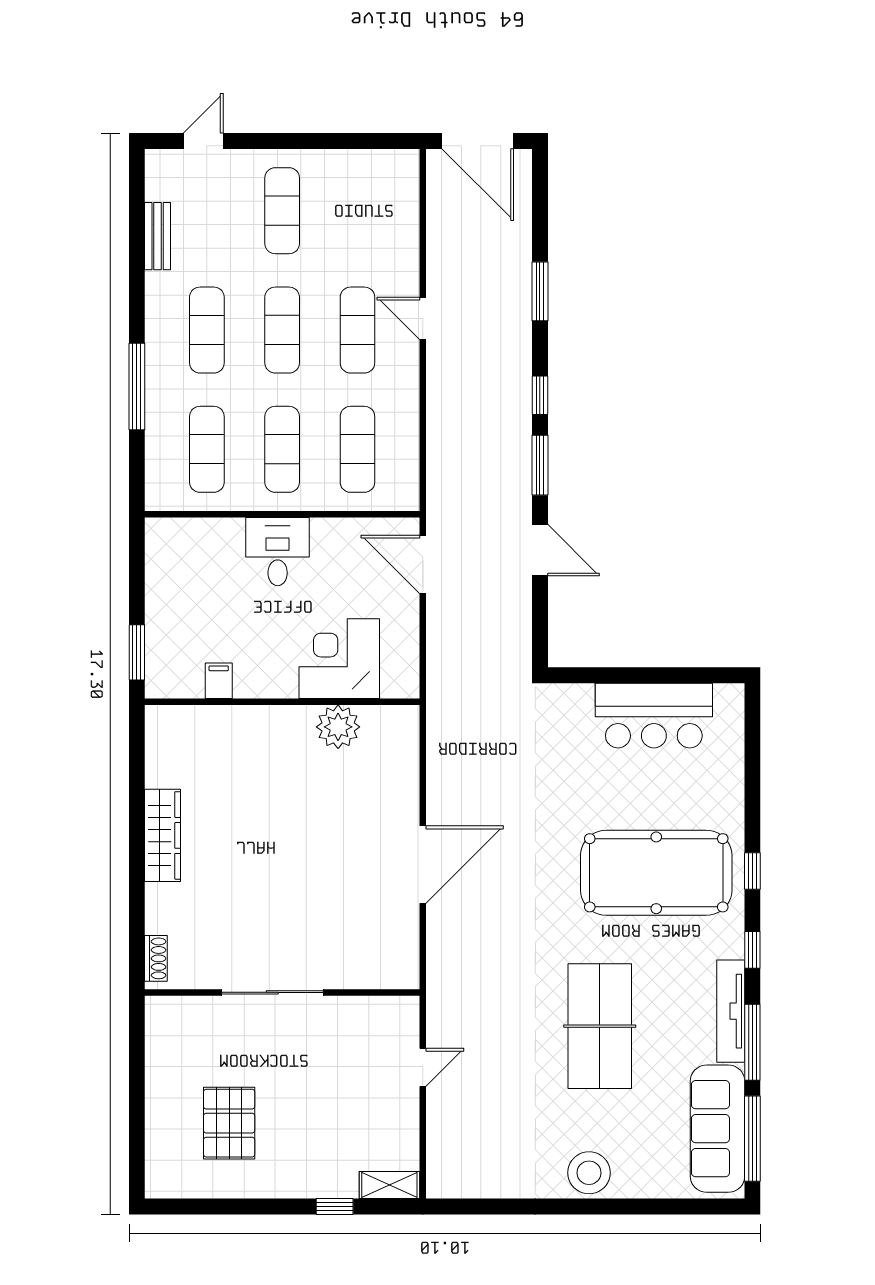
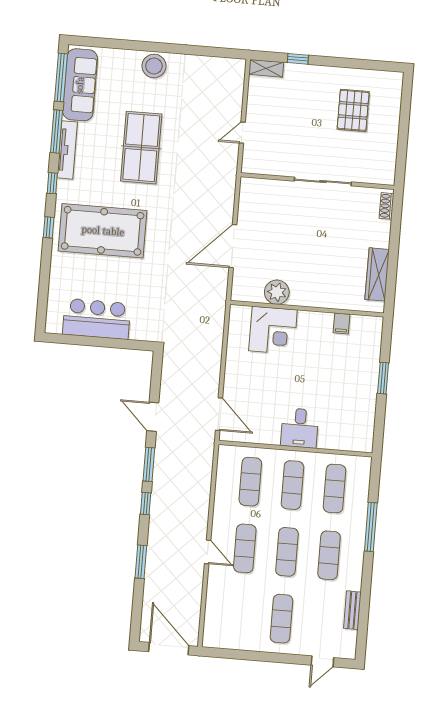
corner desk: (339, 659) -> (273, 330), moved
filing cabinet: (219, 681) -> (341, 323), moved
wall: (282, 702) -> (307, 309), moved
plant: (338, 727) -> (277, 292), moved

